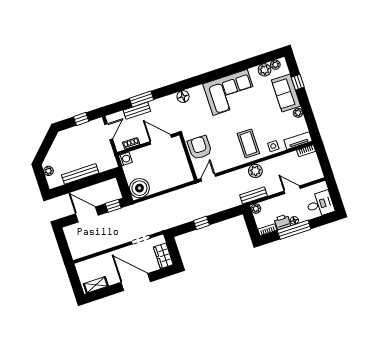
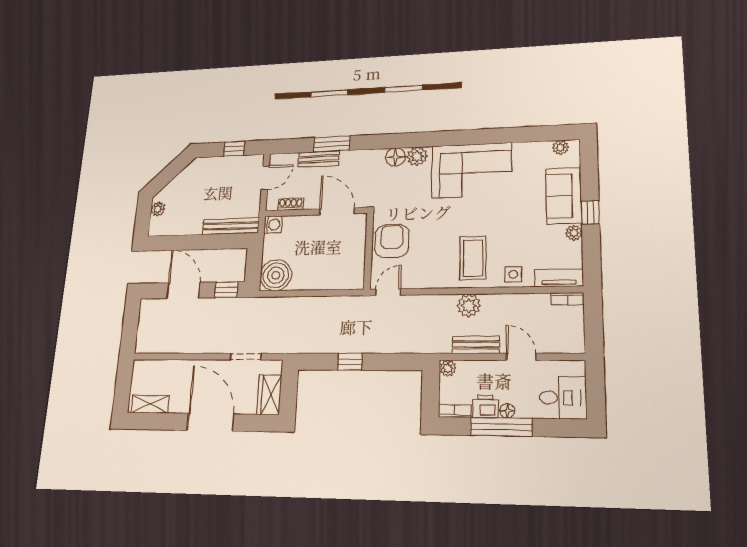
plant: (265, 70) -> (417, 156), moved
window: (298, 82) -> (590, 212), moved
bench: (80, 174) -> (231, 226), moved
bench: (253, 195) -> (476, 345), moved

